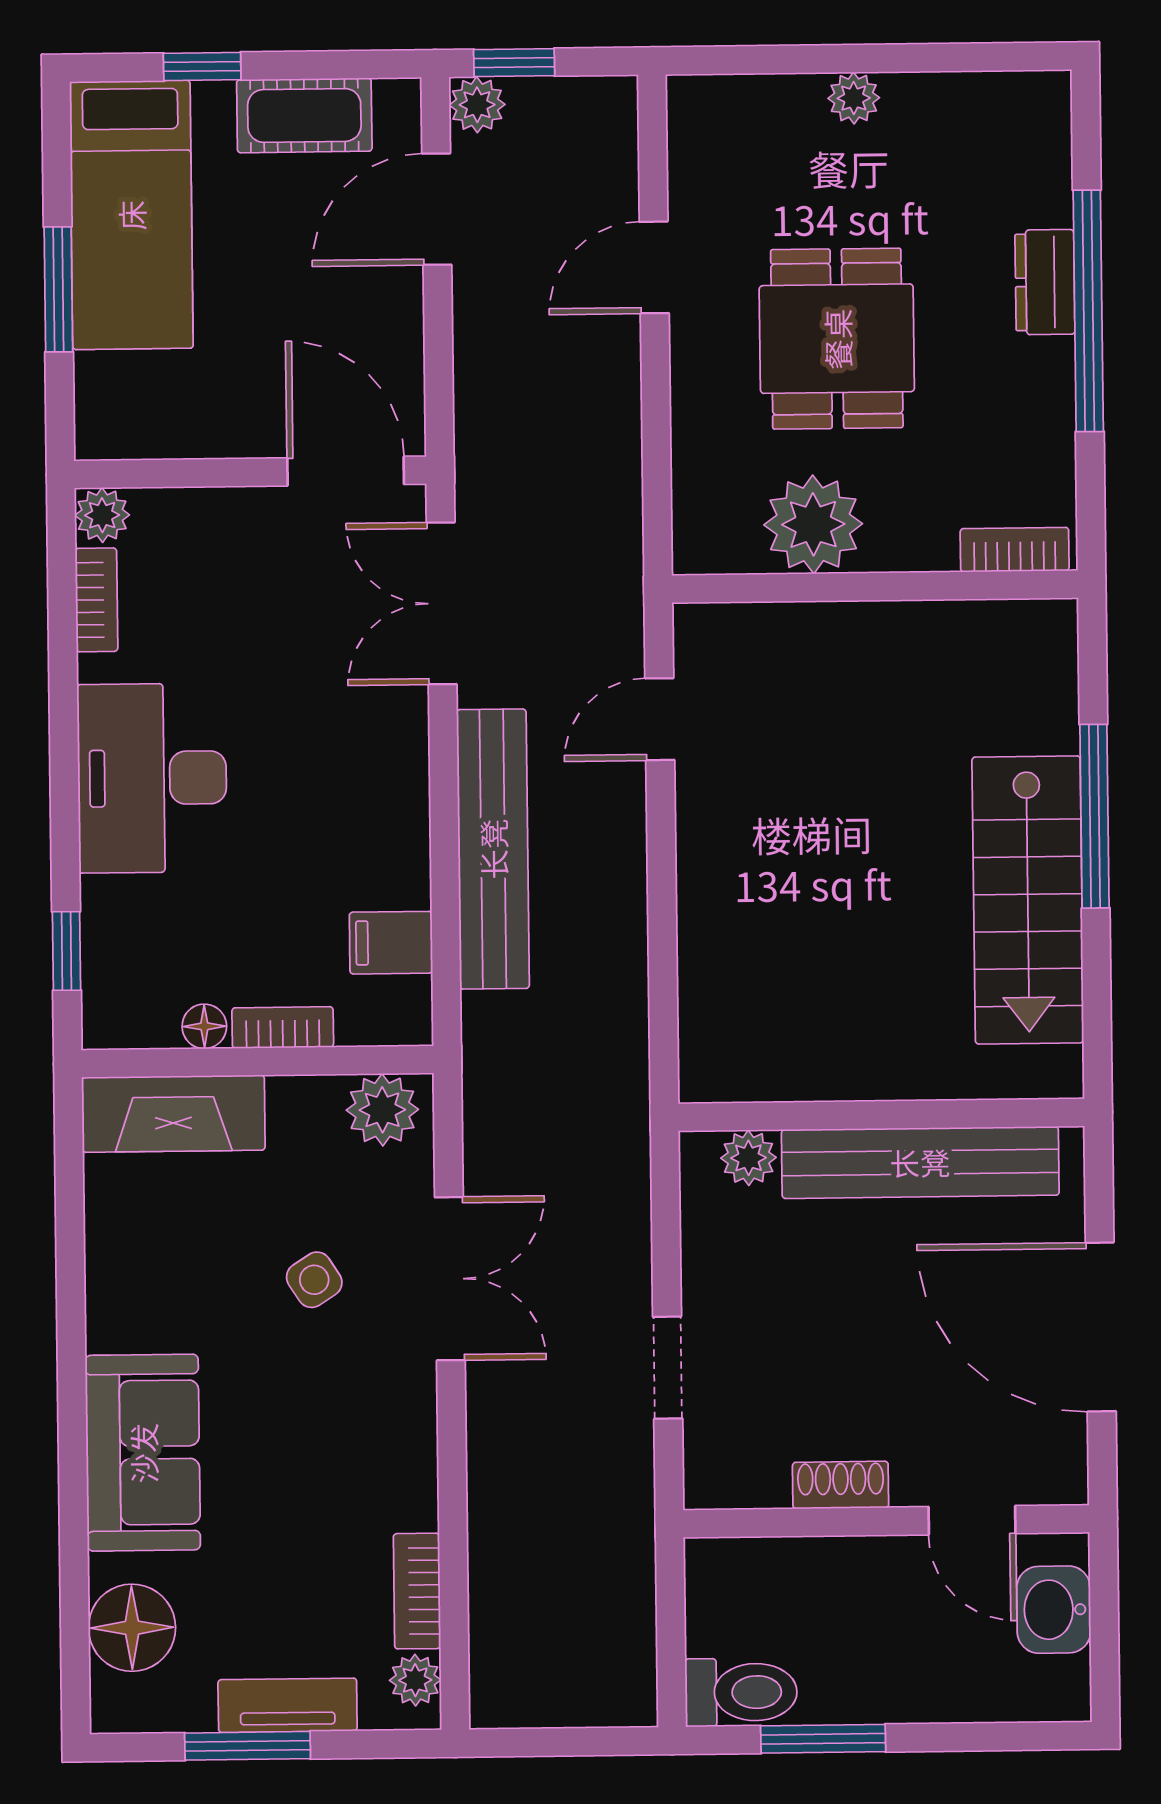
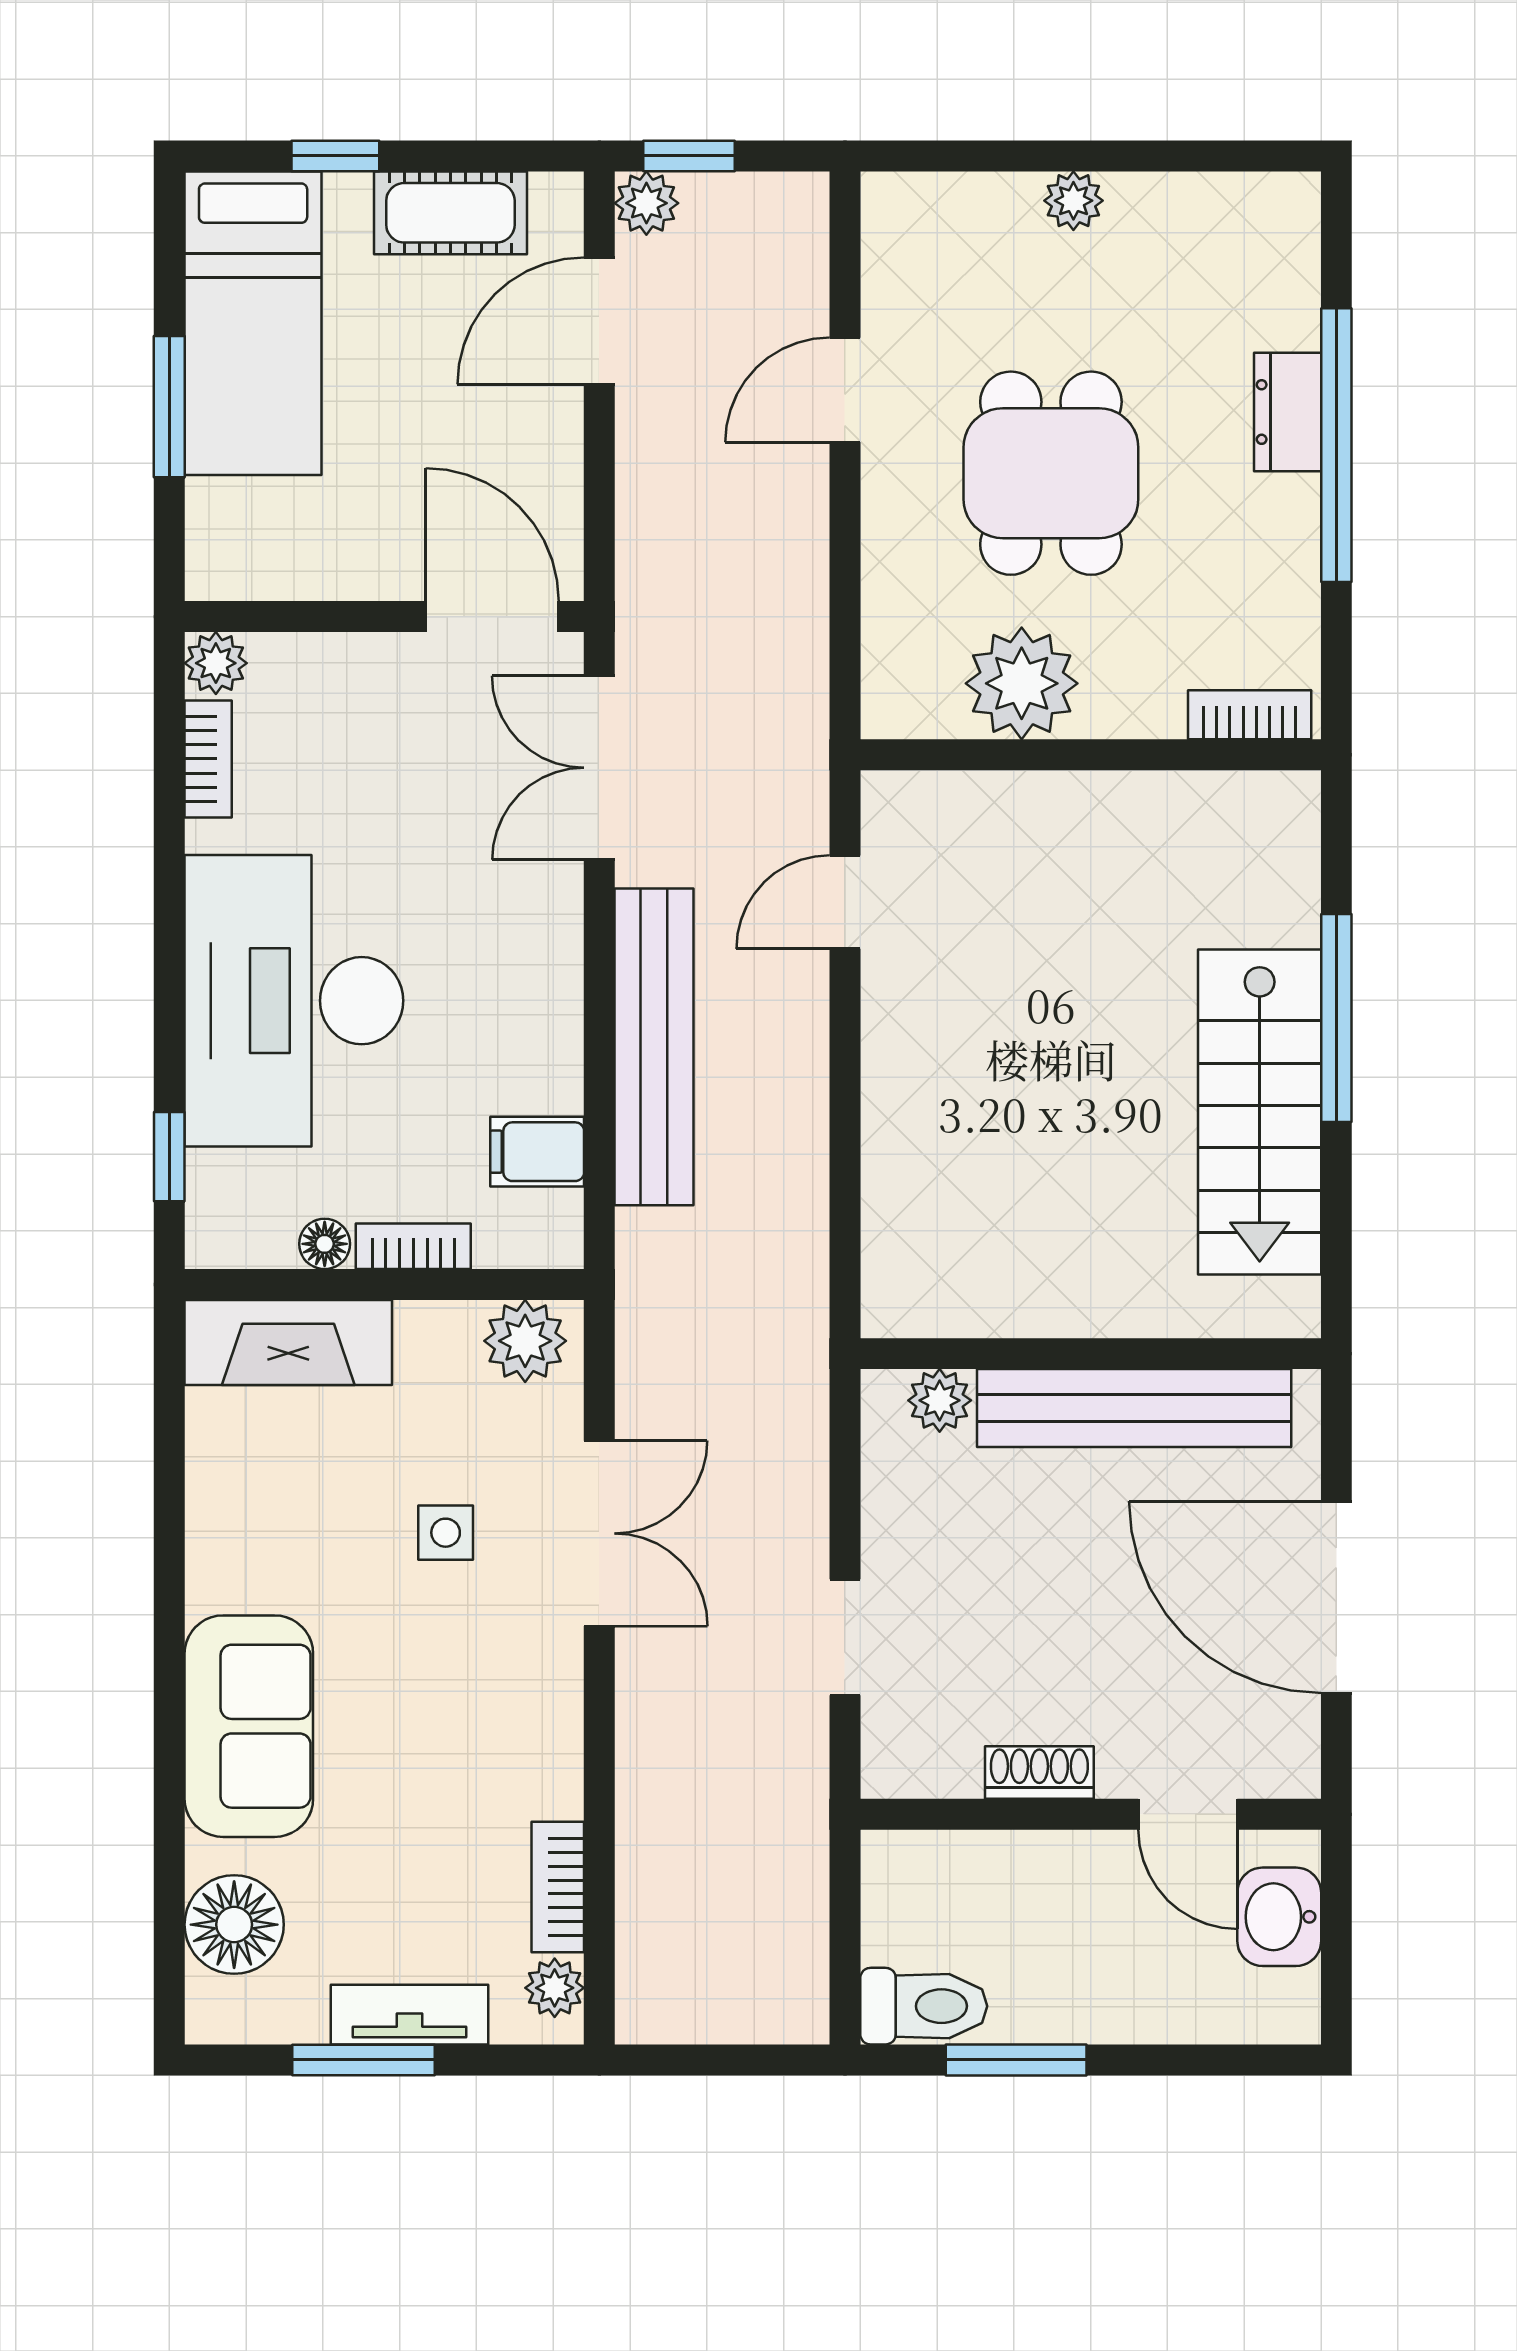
desk: (152, 778) -> (294, 1001), width x1.36, depth x1.30
side table: (314, 1280) -> (446, 1533), turned 33

